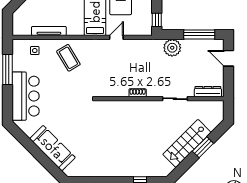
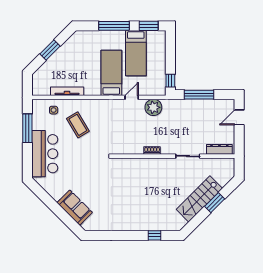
window: (199, 34) -> (199, 95), moved
plant: (172, 48) -> (153, 107), moved
coffee table: (68, 58) -> (78, 125), moved
door: (228, 58) -> (239, 117), hinge flipped
sofa: (52, 148) -> (75, 208), width x0.73

